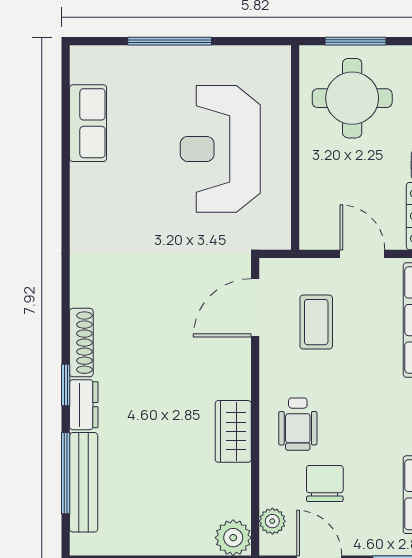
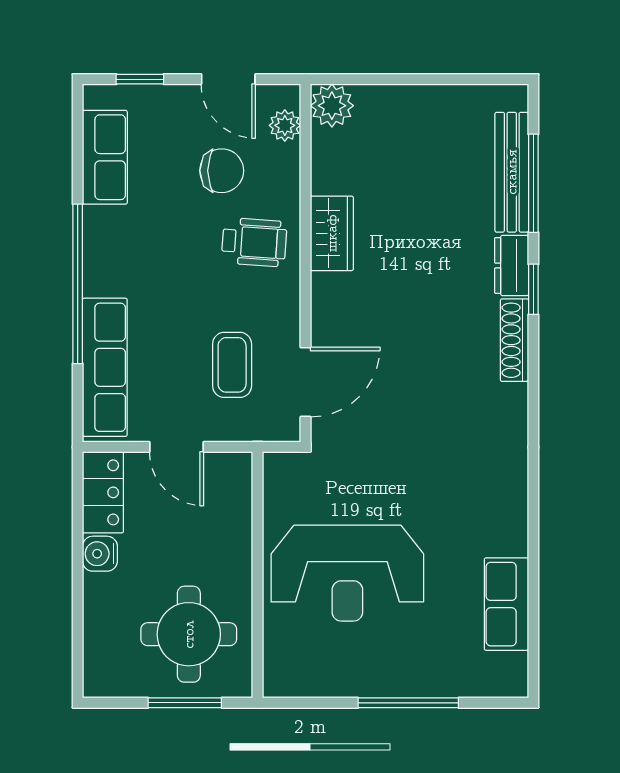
reception desk: (220, 149) -> (347, 573), turned 90
wheelchair: (298, 424) -> (254, 242), turned 94
chair: (325, 483) -> (222, 171), turned -90

